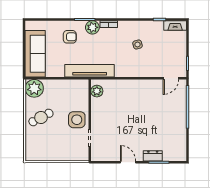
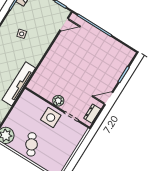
door: (171, 78) -> (64, 24), hinge flipped
plant: (97, 91) -> (58, 101), moved
dresser: (153, 156) -> (92, 114), moved

